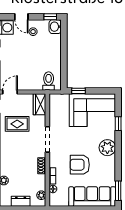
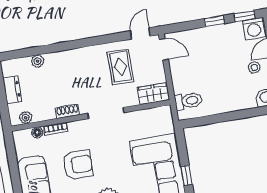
window: (79, 91) -> (187, 175), moved
armchair: (80, 165) -> (78, 165), turned 90

